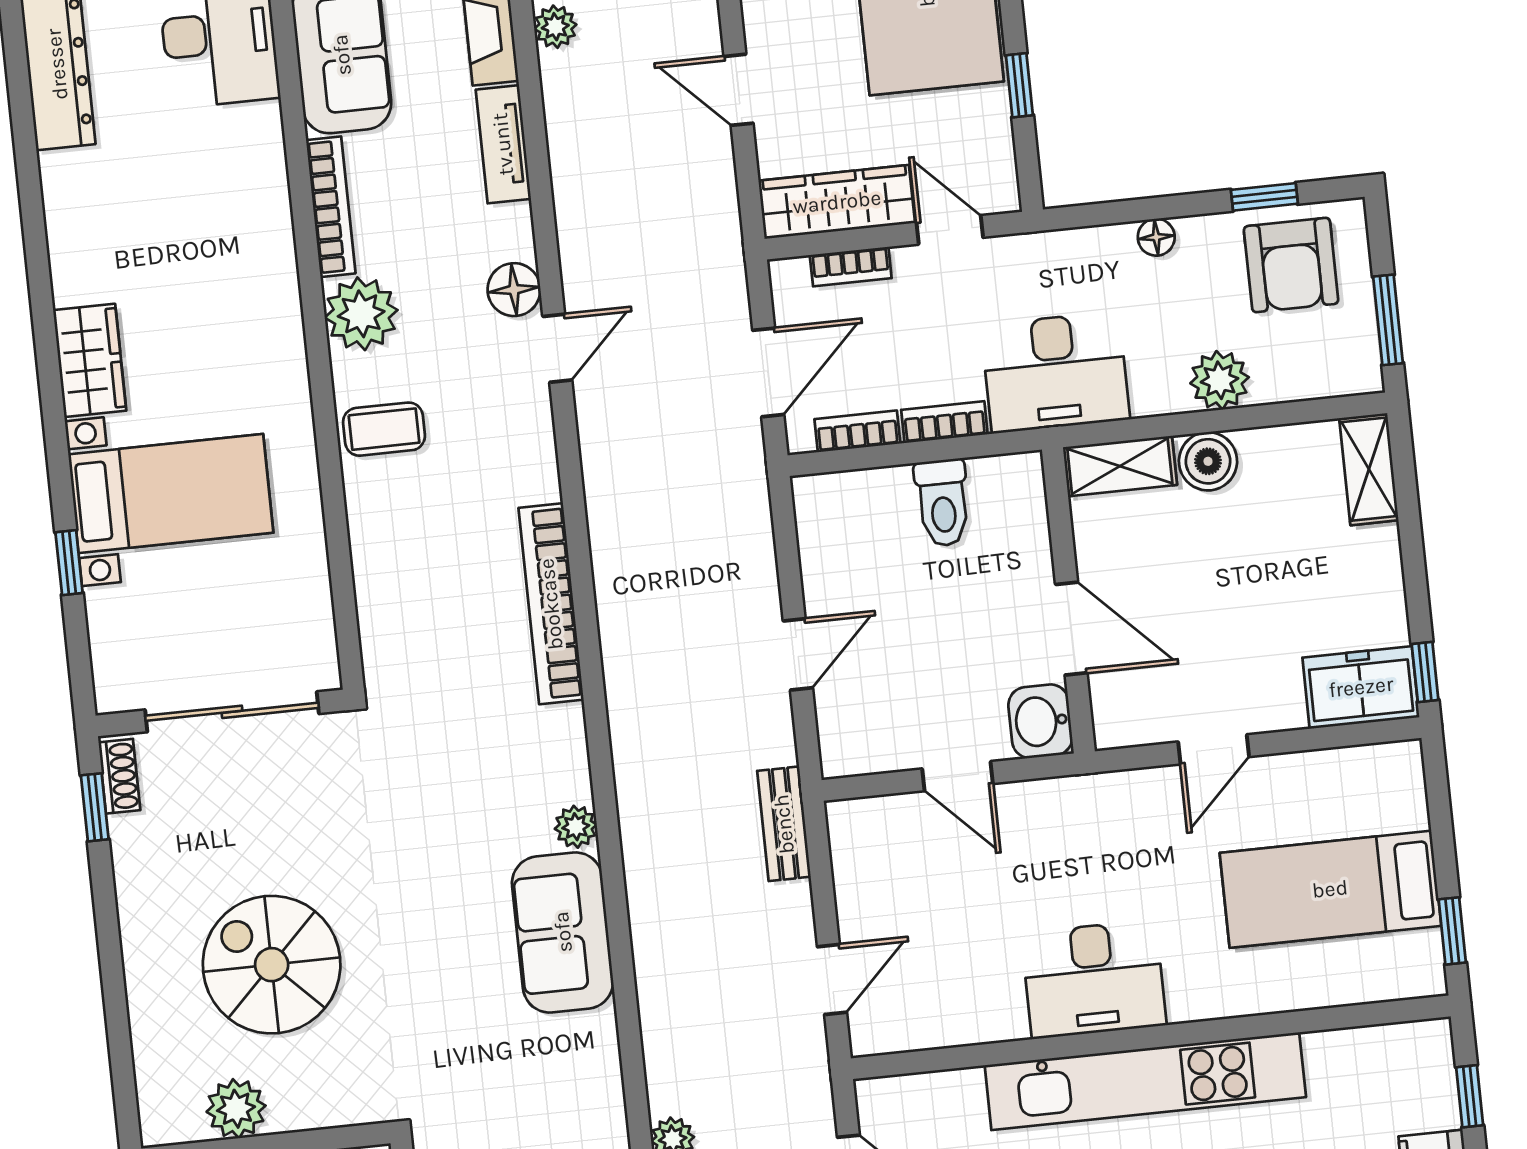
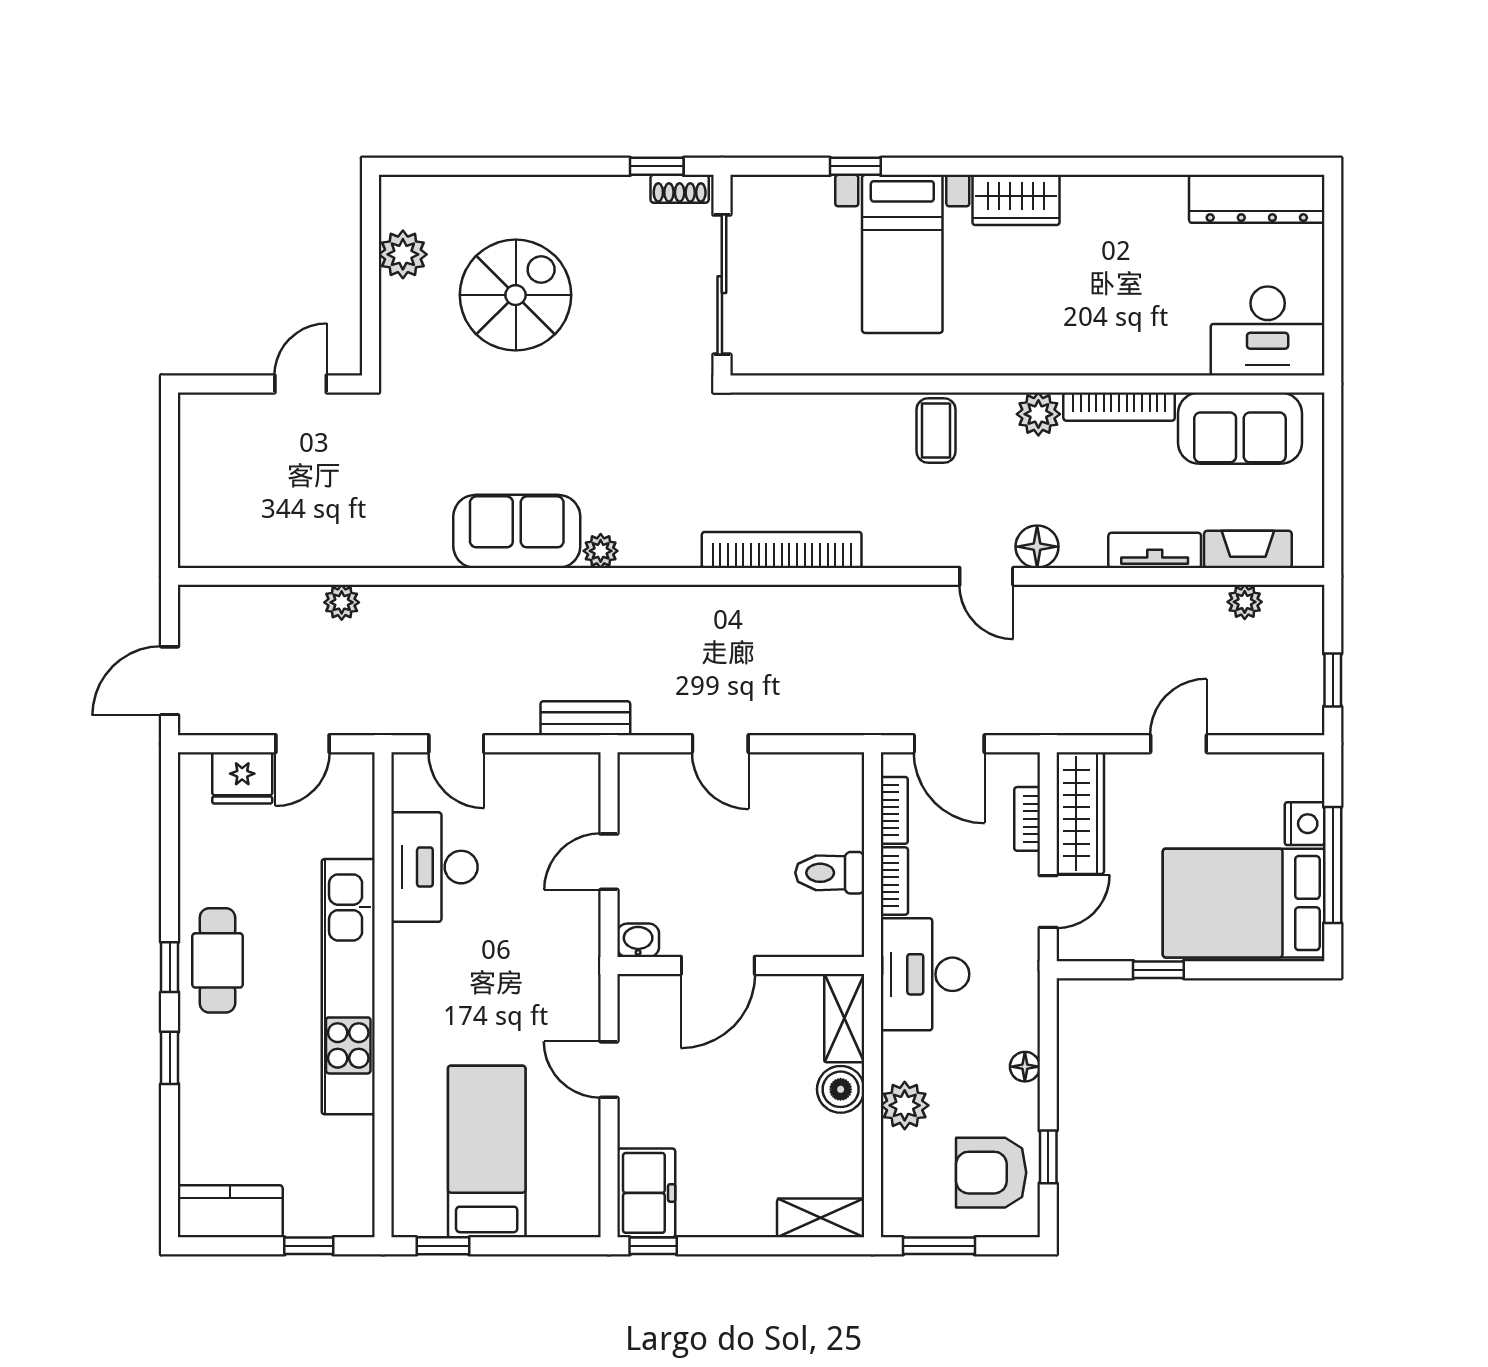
plant: (361, 314) -> (1038, 414), width x0.73, depth x0.73
washbasin: (1040, 721) -> (638, 940), width x0.72, depth x0.69
desk: (1094, 979) -> (434, 867), moved

